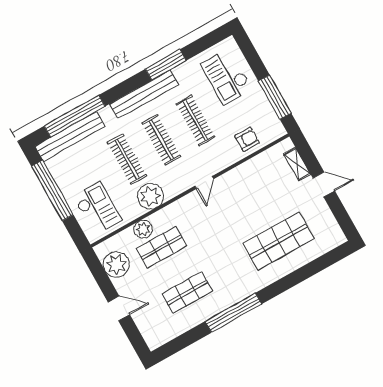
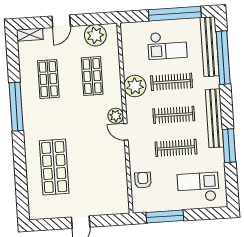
armchair: (247, 139) -> (143, 180), turned 180
shelving: (297, 164) -> (30, 35), moved
checkout: (97, 208) -> (167, 45), moved
plant: (143, 229) -> (116, 116), moved

